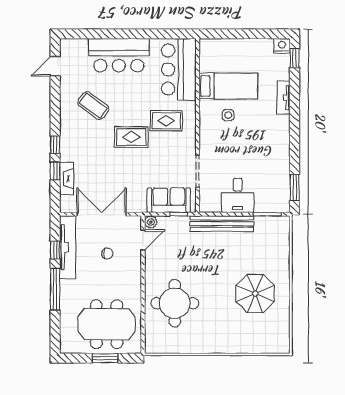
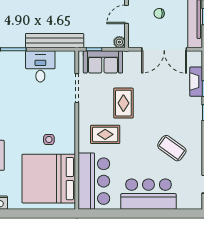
bed: (228, 86) -> (49, 179), width x2.04
rug: (131, 137) -> (123, 103), moved, turned 90
door: (143, 240) -> (126, 14), moved

